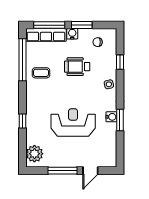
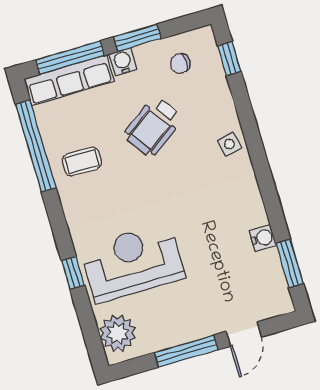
window: (120, 62) -> (229, 59), moved
wheelchair: (77, 67) -> (153, 127), turned -35
water cooler: (111, 117) -> (263, 238), moved
window: (120, 120) -> (290, 263), moved
reception desk: (73, 123) -> (133, 262), moved

